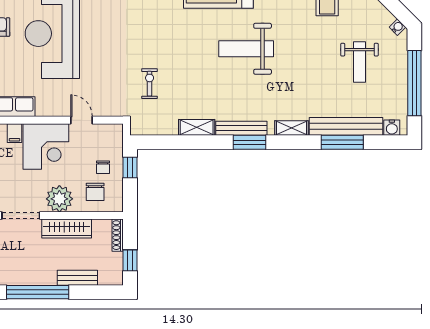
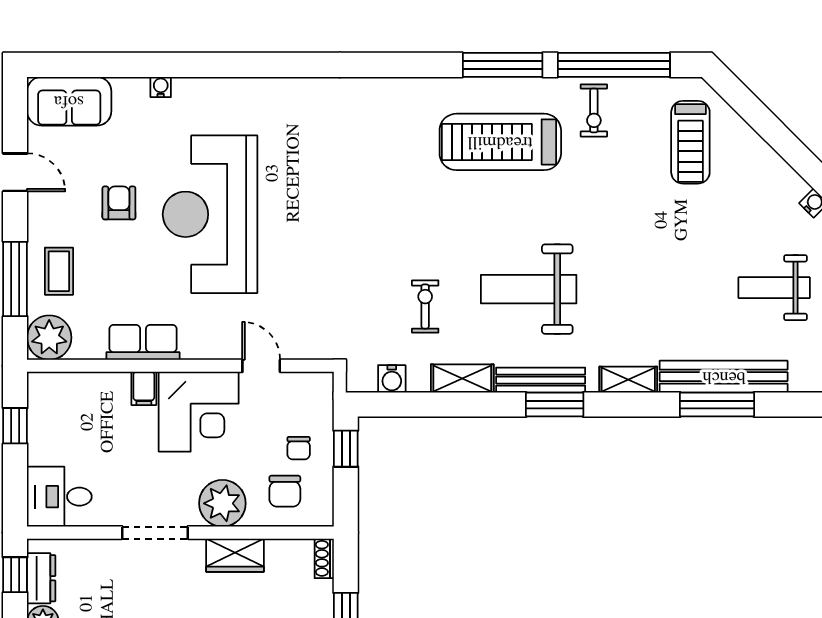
weight bench: (246, 49) -> (529, 289), moved
weight bench: (359, 62) -> (774, 288), moved, turned 90
exercise bike: (150, 84) -> (425, 306), moved
water cooler: (392, 128) -> (392, 379), moved
wardrobe: (67, 228) -> (235, 555), width x0.67
shoe rack: (118, 235) -> (324, 558), width x0.70

